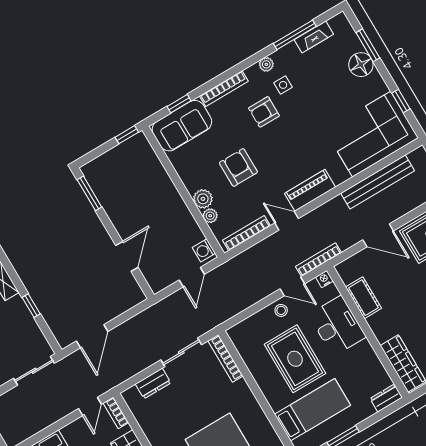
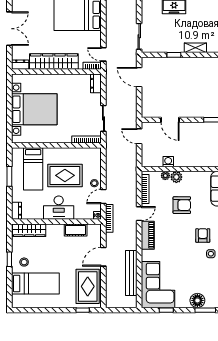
washing machine: (204, 250) -> (168, 162), moved
door: (192, 277) -> (139, 136), moved
desk: (337, 326) -> (59, 208), moved
dresser: (153, 384) -> (96, 83), moved

